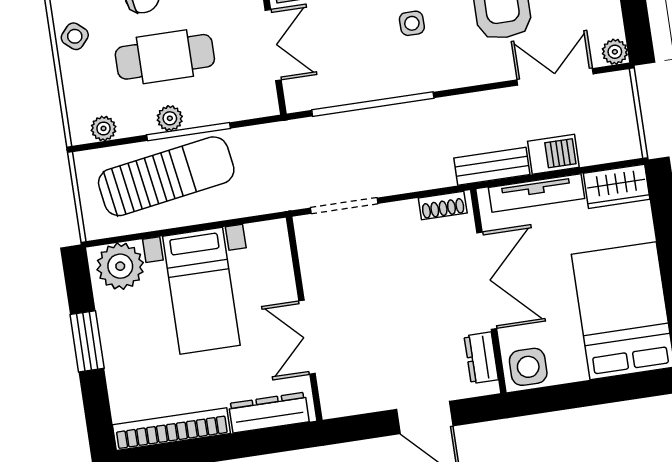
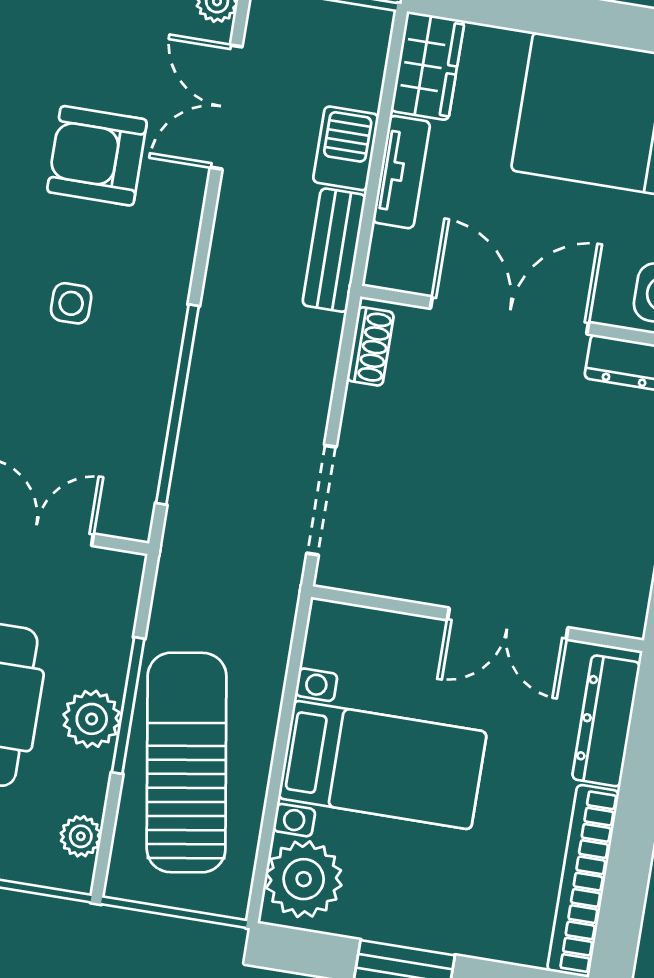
plant: (170, 118) -> (92, 719), width x1.38, depth x1.38
tv unit: (537, 193) -> (401, 172), width x0.71

